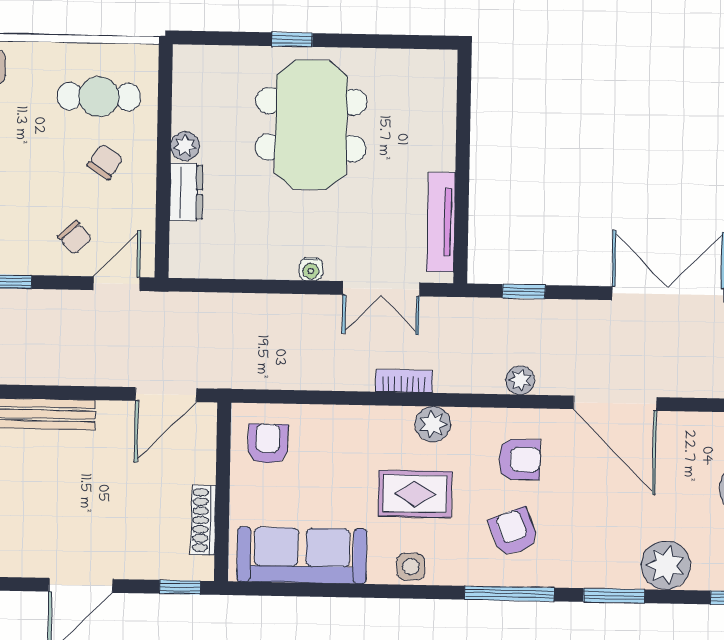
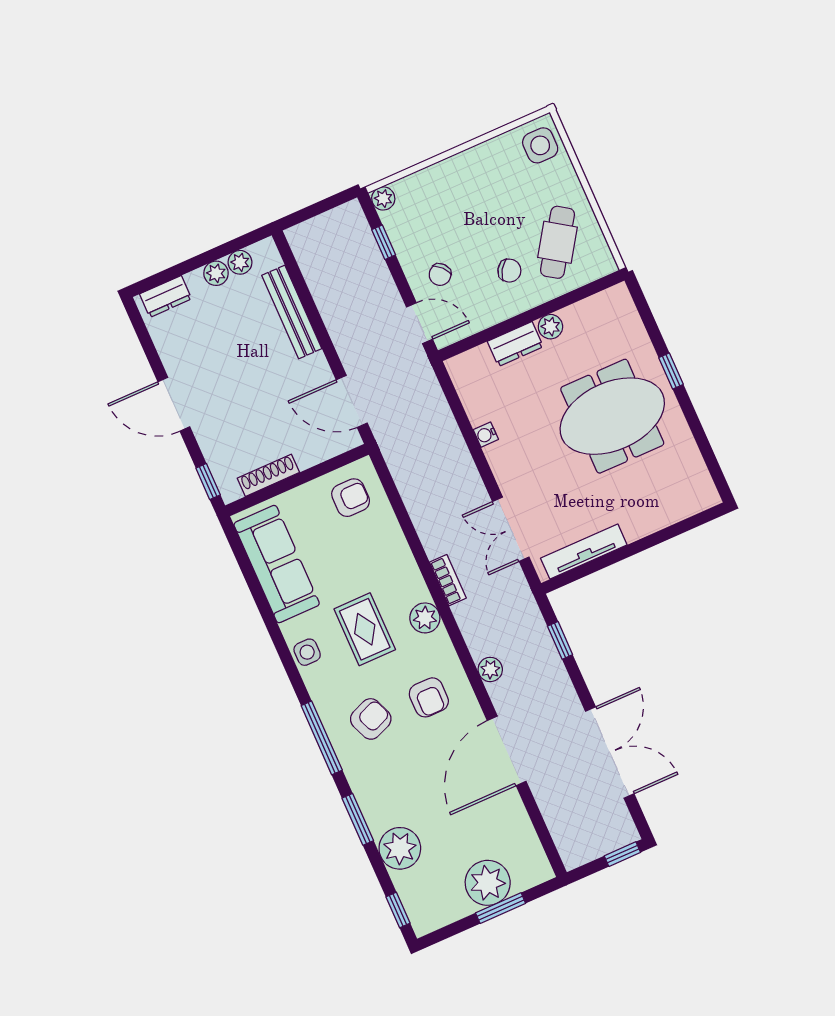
cafe table: (99, 97) -> (557, 242), turned 34
water cooler: (311, 269) -> (486, 435), moved

